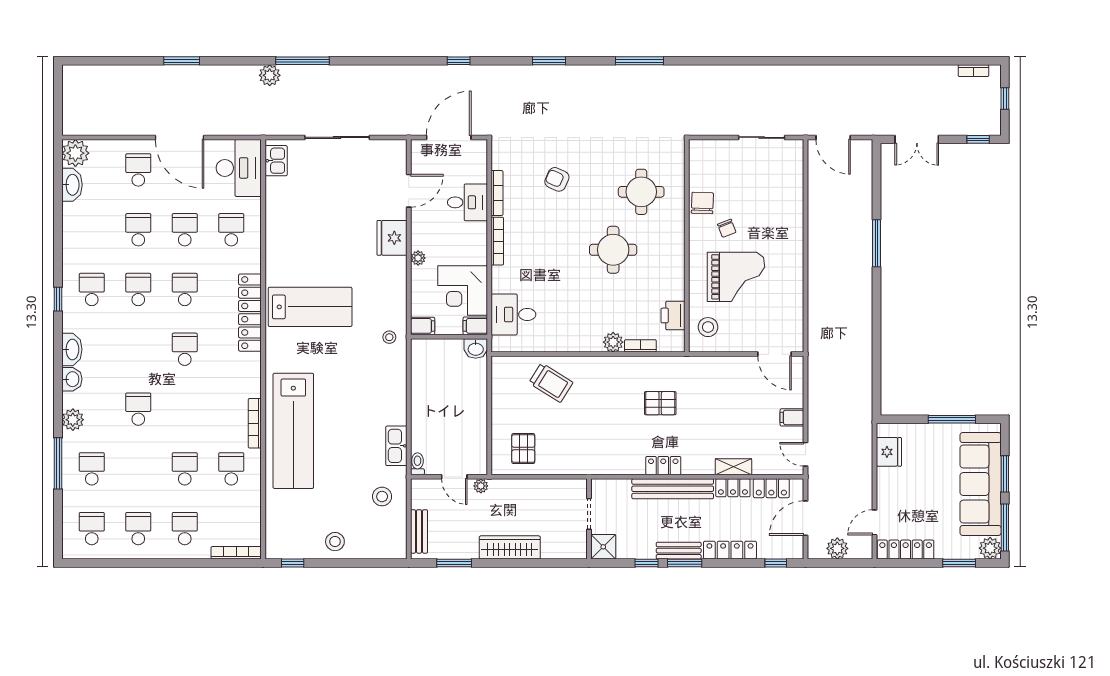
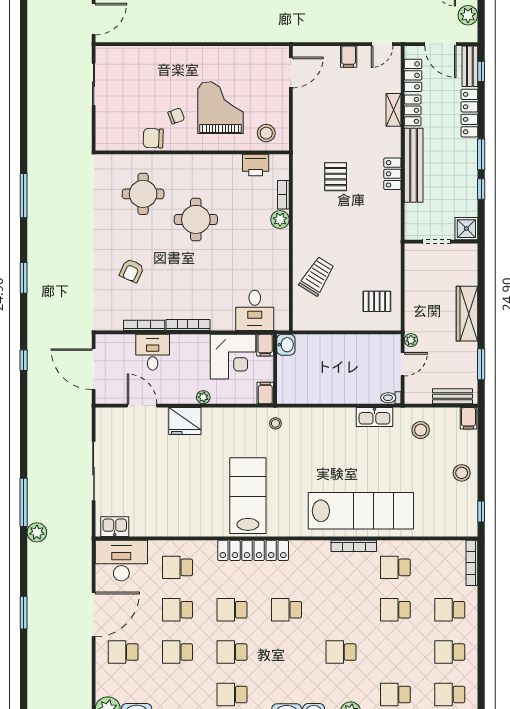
filing cabinet: (395, 549) -> (468, 418), added
bench: (679, 551) -> (470, 66), moved

